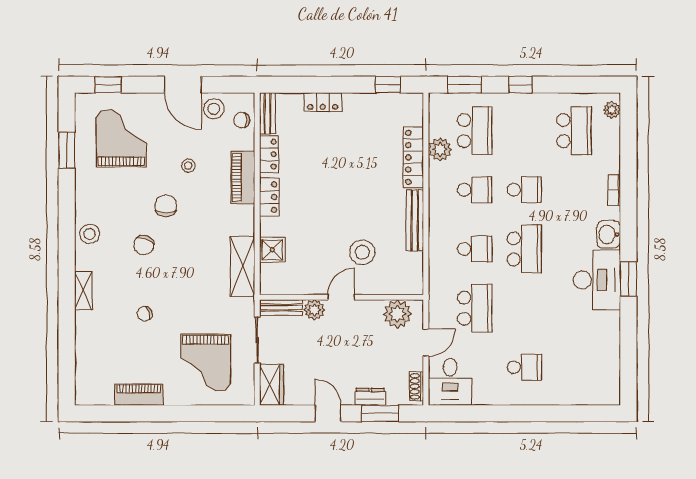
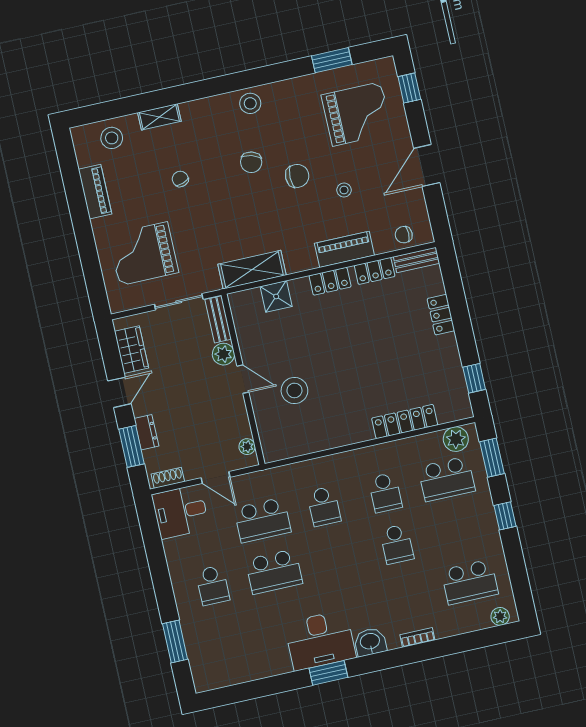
stool: (214, 109) -> (112, 138), moved
chair: (242, 120) -> (404, 235), turned -91
plant: (440, 149) -> (456, 439), moved
bench: (415, 220) -> (340, 438), removed
chair: (144, 245) -> (251, 162), turned -95
school desk: (524, 249) -> (274, 572), moved
shelving: (83, 291) -> (159, 117), moved
plant: (397, 314) -> (247, 447), width x0.53, depth x0.53
wardrobe: (271, 385) -> (132, 350), moved, turned -90
window: (568, 413) -> (175, 641), added

